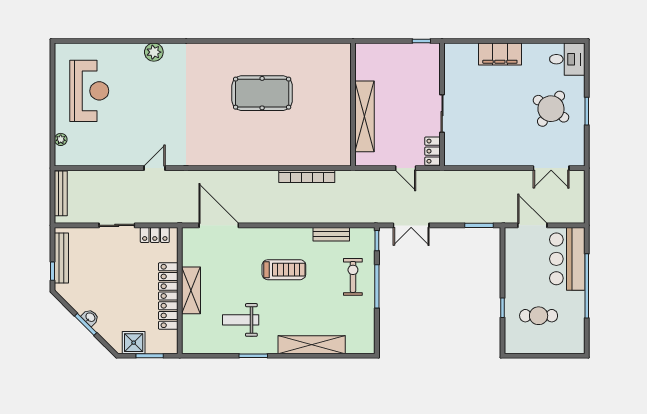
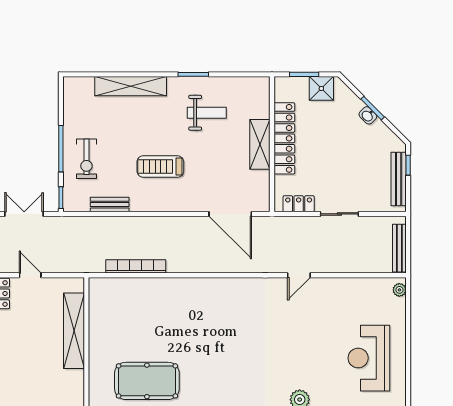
pool table: (262, 93) -> (147, 381), moved
plant: (61, 139) -> (399, 290), moved

